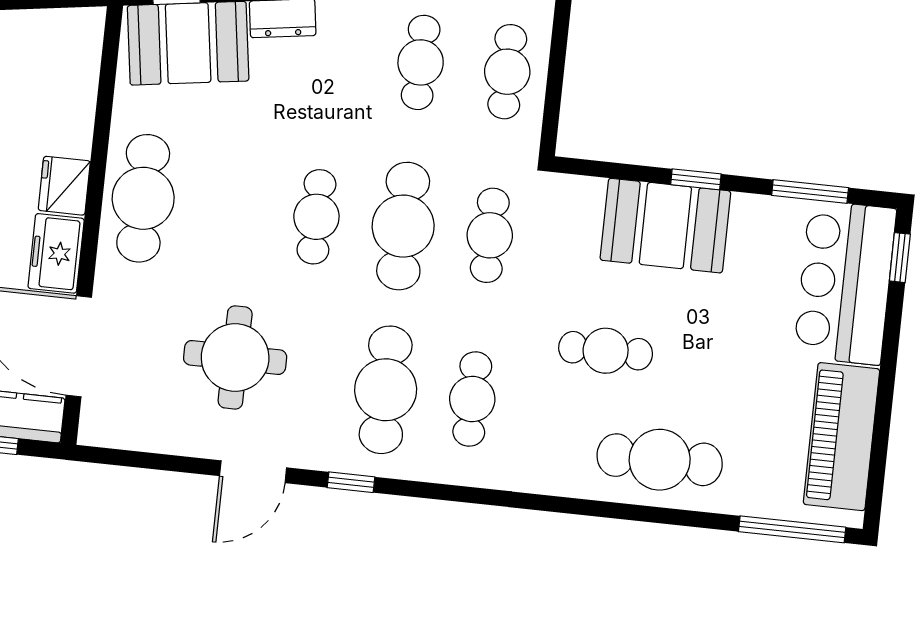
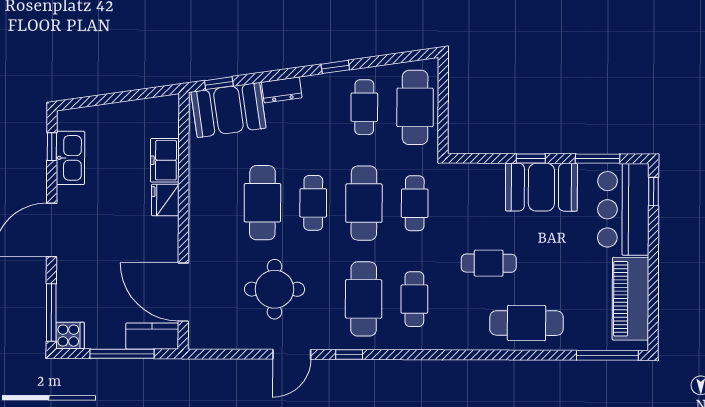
cafe table: (507, 72) -> (415, 107), width x1.37, depth x1.35
cafe table: (143, 198) -> (262, 203), moved
booth: (665, 226) -> (541, 187), moved
freezer: (56, 253) -> (165, 160), moved

